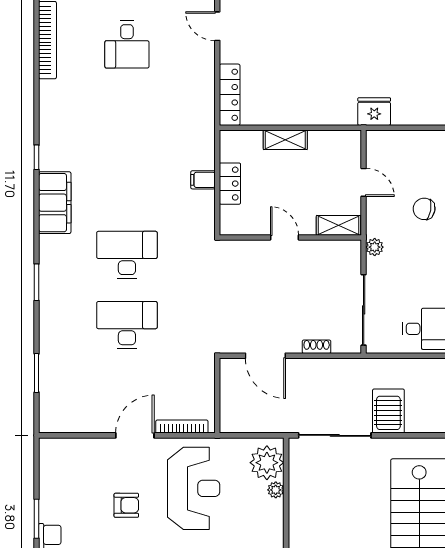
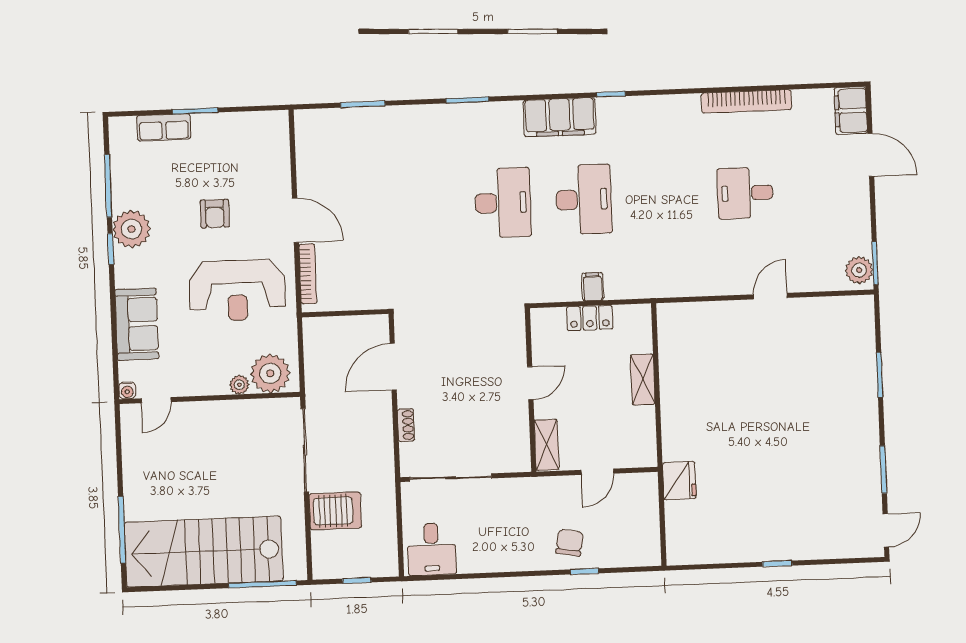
locker: (230, 95) -> (692, 313), removed
plant: (375, 247) -> (523, 487), removed
desk: (127, 325) -> (584, 199), moved

